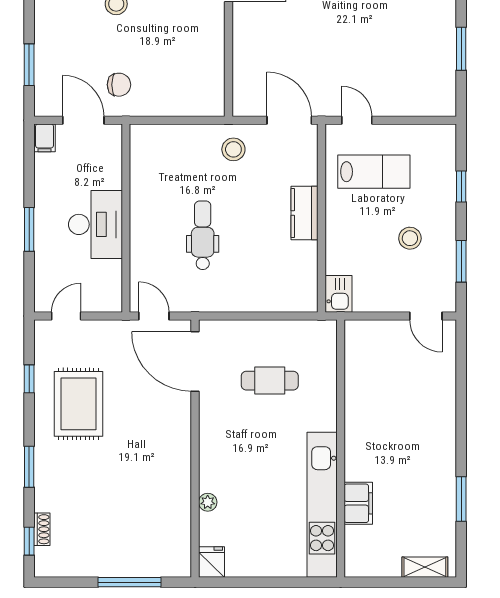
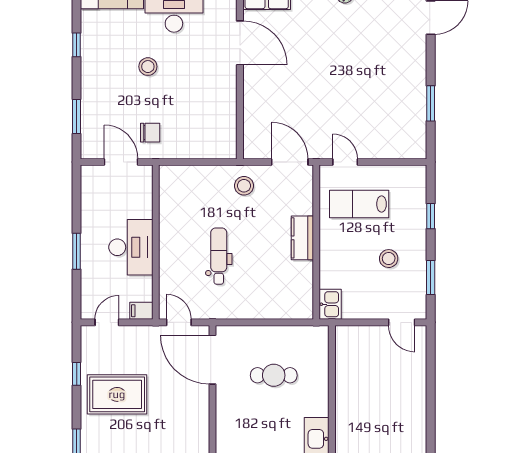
filing cabinet: (45, 138) -> (141, 311), moved, turned 90
lab bench: (374, 172) -> (359, 204), turned 180
rug: (79, 404) -> (117, 394), turned 90

